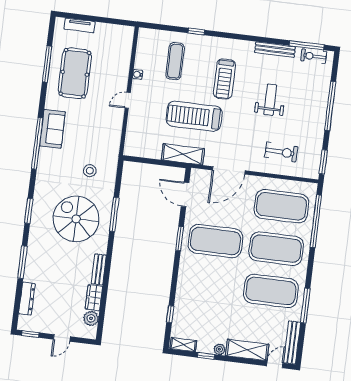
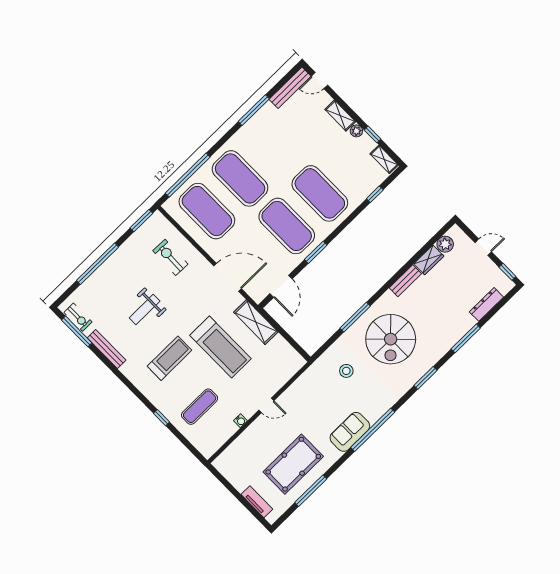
exercise mat: (271, 291) -> (320, 193), moved
shelving: (247, 350) -> (340, 115), width x0.67, depth x0.75

